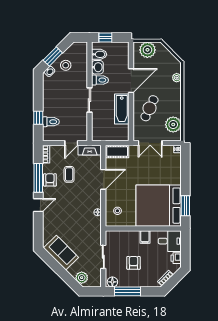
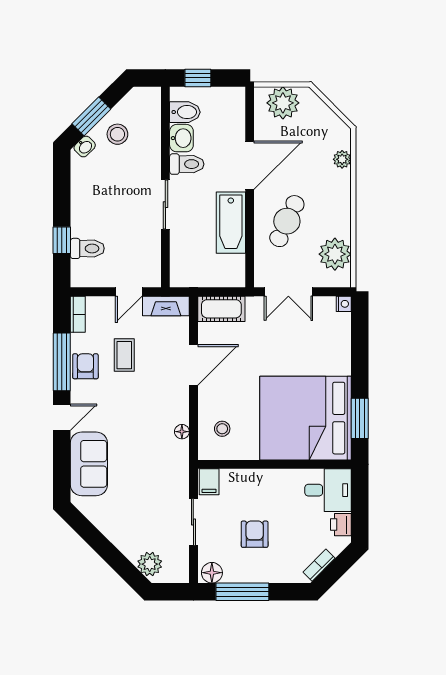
filing cabinet: (145, 237) -> (209, 482), moved
sofa: (61, 253) -> (89, 464), moved, turned 45

